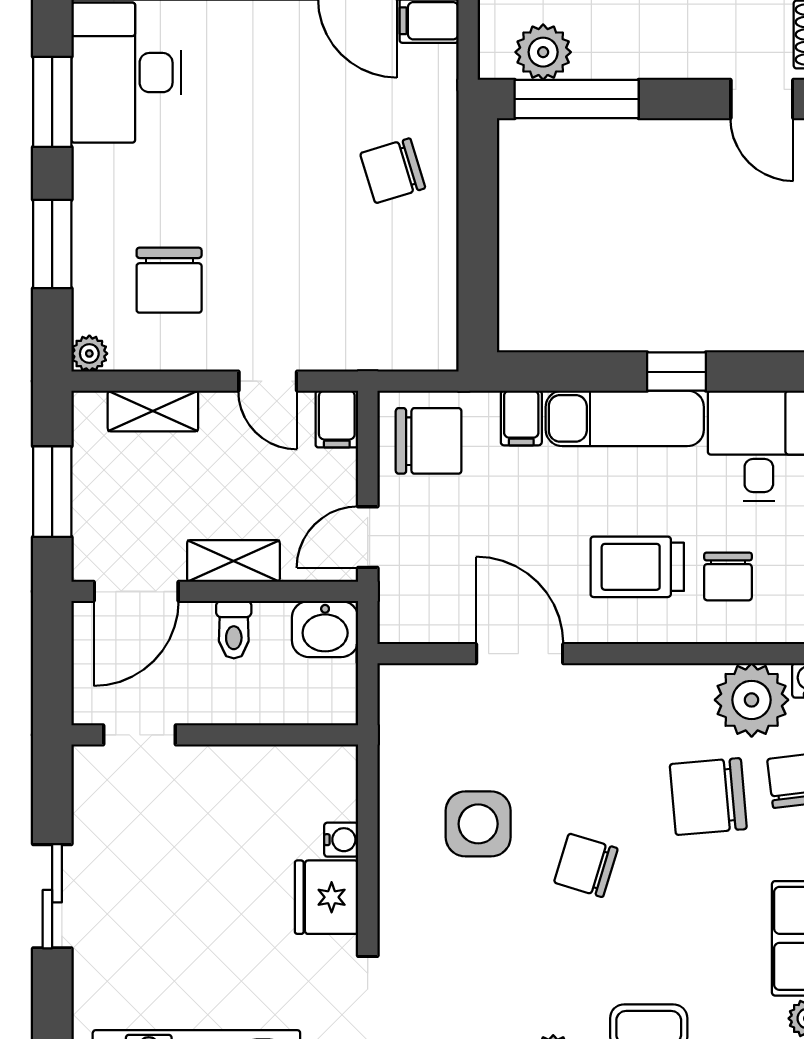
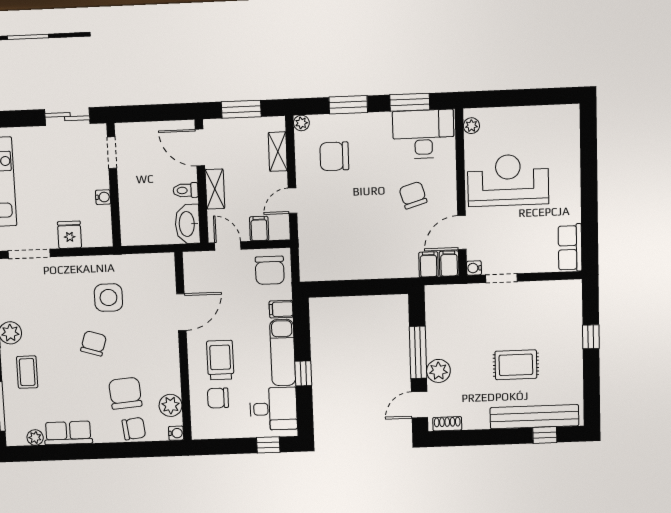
plant: (543, 52) -> (438, 371), moved
filing cabinet: (429, 69) -> (429, 264), added
window: (577, 99) -> (418, 352), moved
chair: (393, 171) -> (413, 195), moved
filing cabinet: (337, 419) -> (259, 229), moved, turned 90
washbasin: (325, 629) -> (187, 224), width x1.38
plant: (752, 700) -> (171, 405), width x0.73, depth x0.73
doorway: (140, 735) -> (112, 153), moved
wall: (215, 735) -> (114, 185), moved
water cooler: (341, 840) -> (103, 197), moved, turned -90
fridge: (327, 897) -> (69, 235), width x0.72

